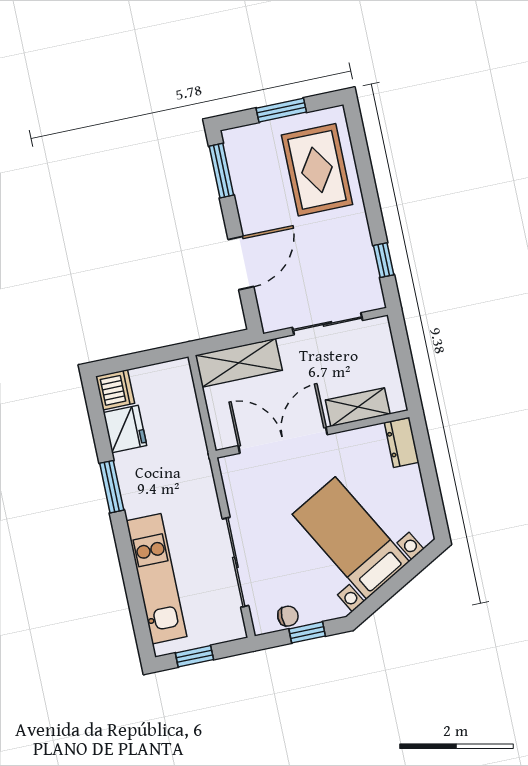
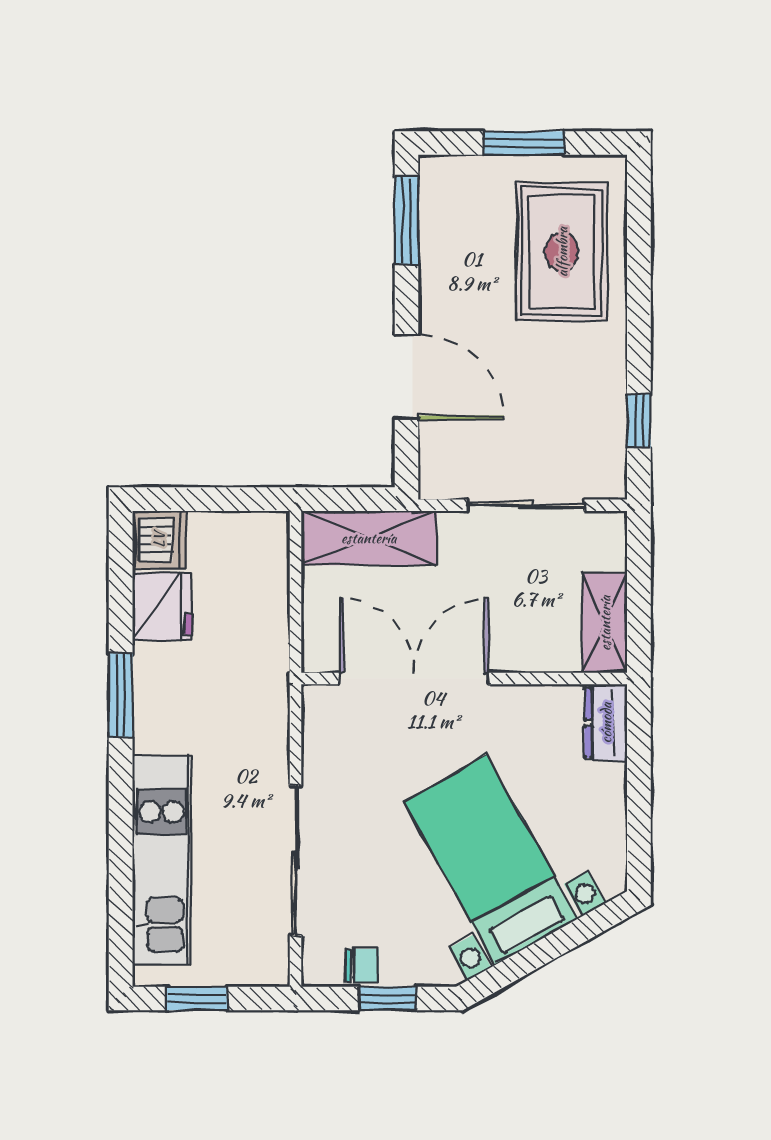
door: (241, 263) -> (406, 377), hinge flipped
shelving: (358, 407) -> (605, 623), moved, turned 90

